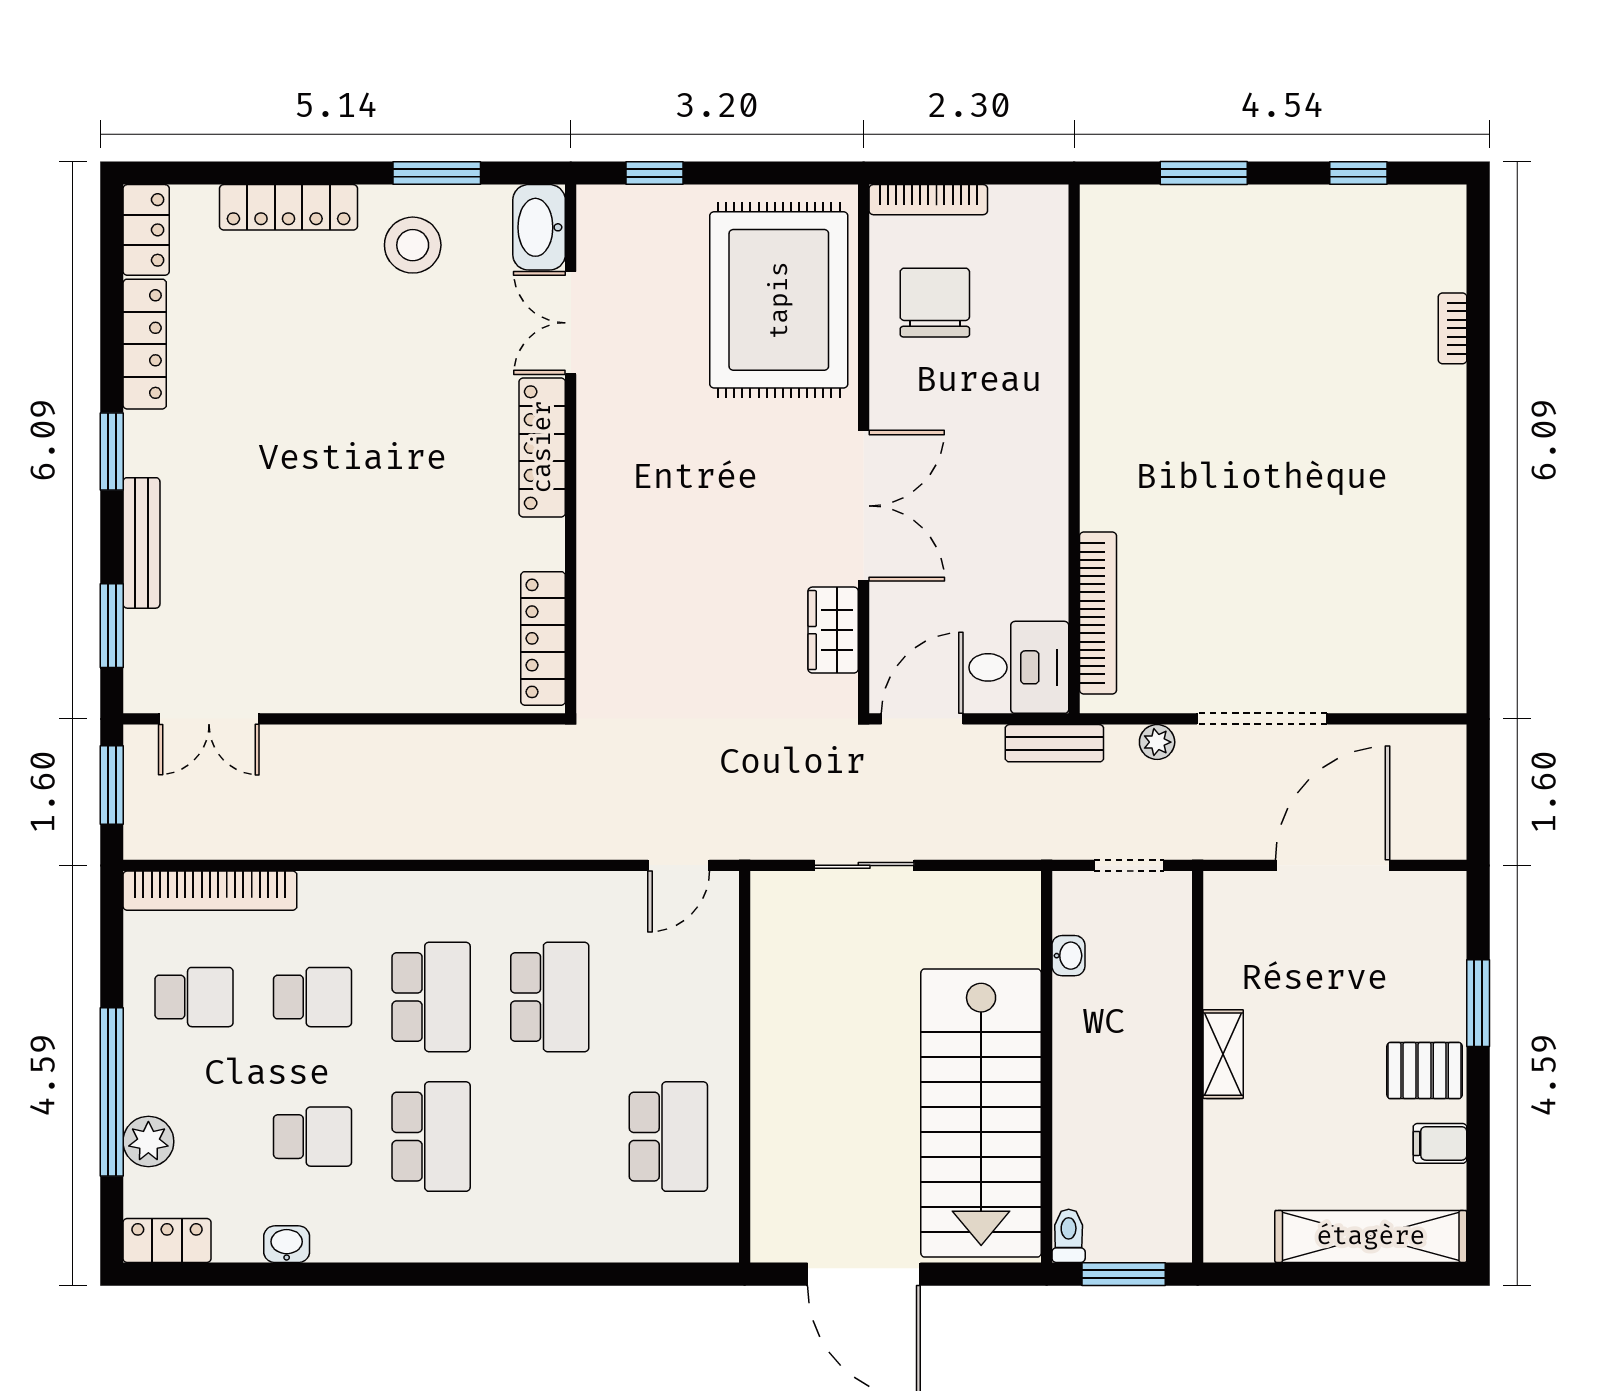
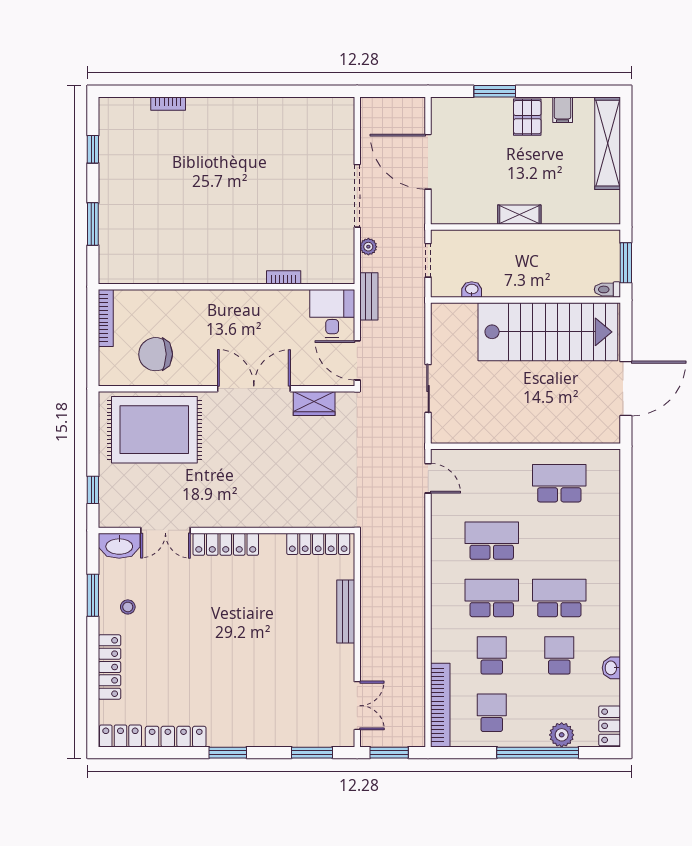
bookcase: (928, 200) -> (106, 318), moved
stool: (413, 245) -> (128, 607), width x0.53, depth x0.53
bench: (141, 543) -> (346, 611), moved, turned 90
bookcase: (1098, 613) -> (284, 277), width x0.43, depth x0.76

